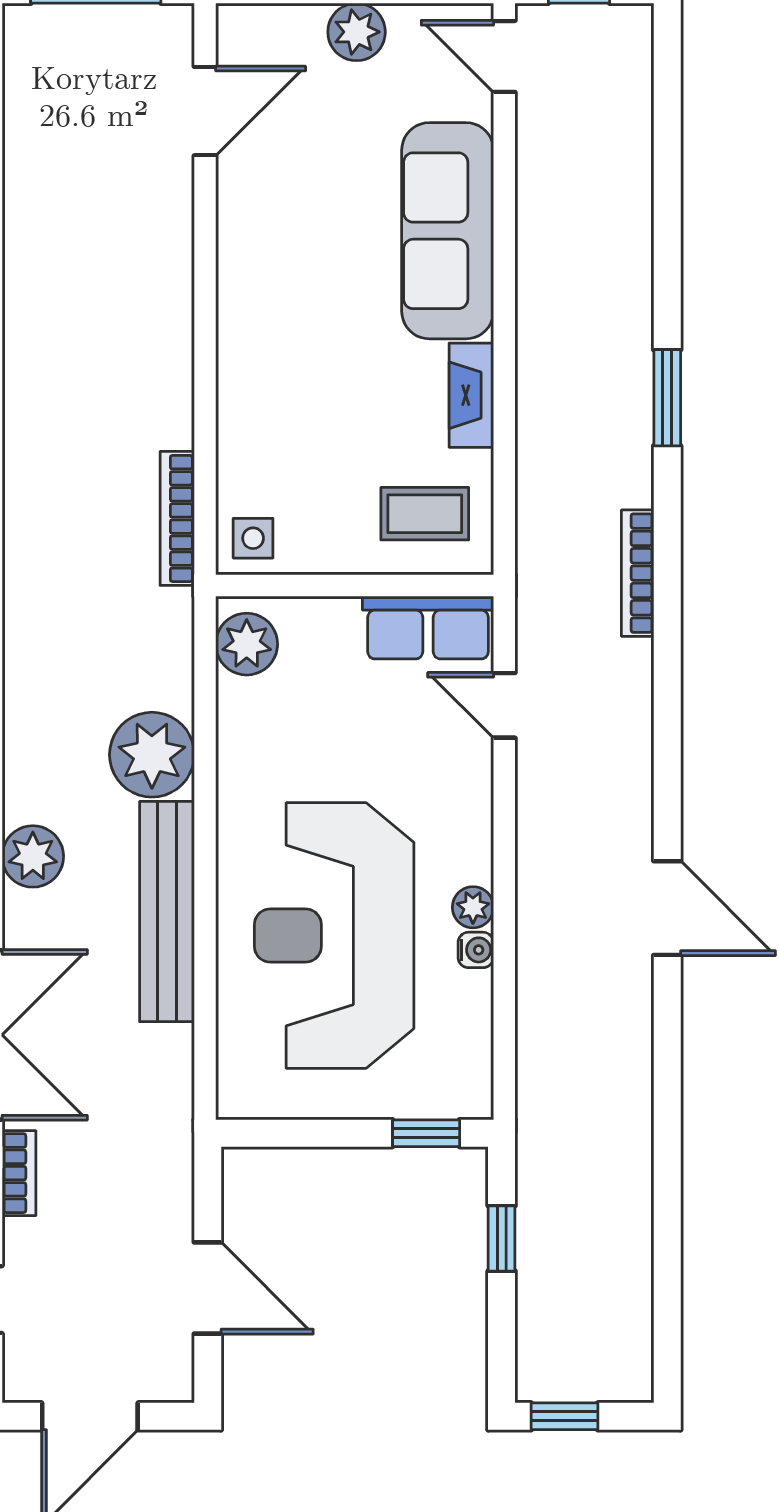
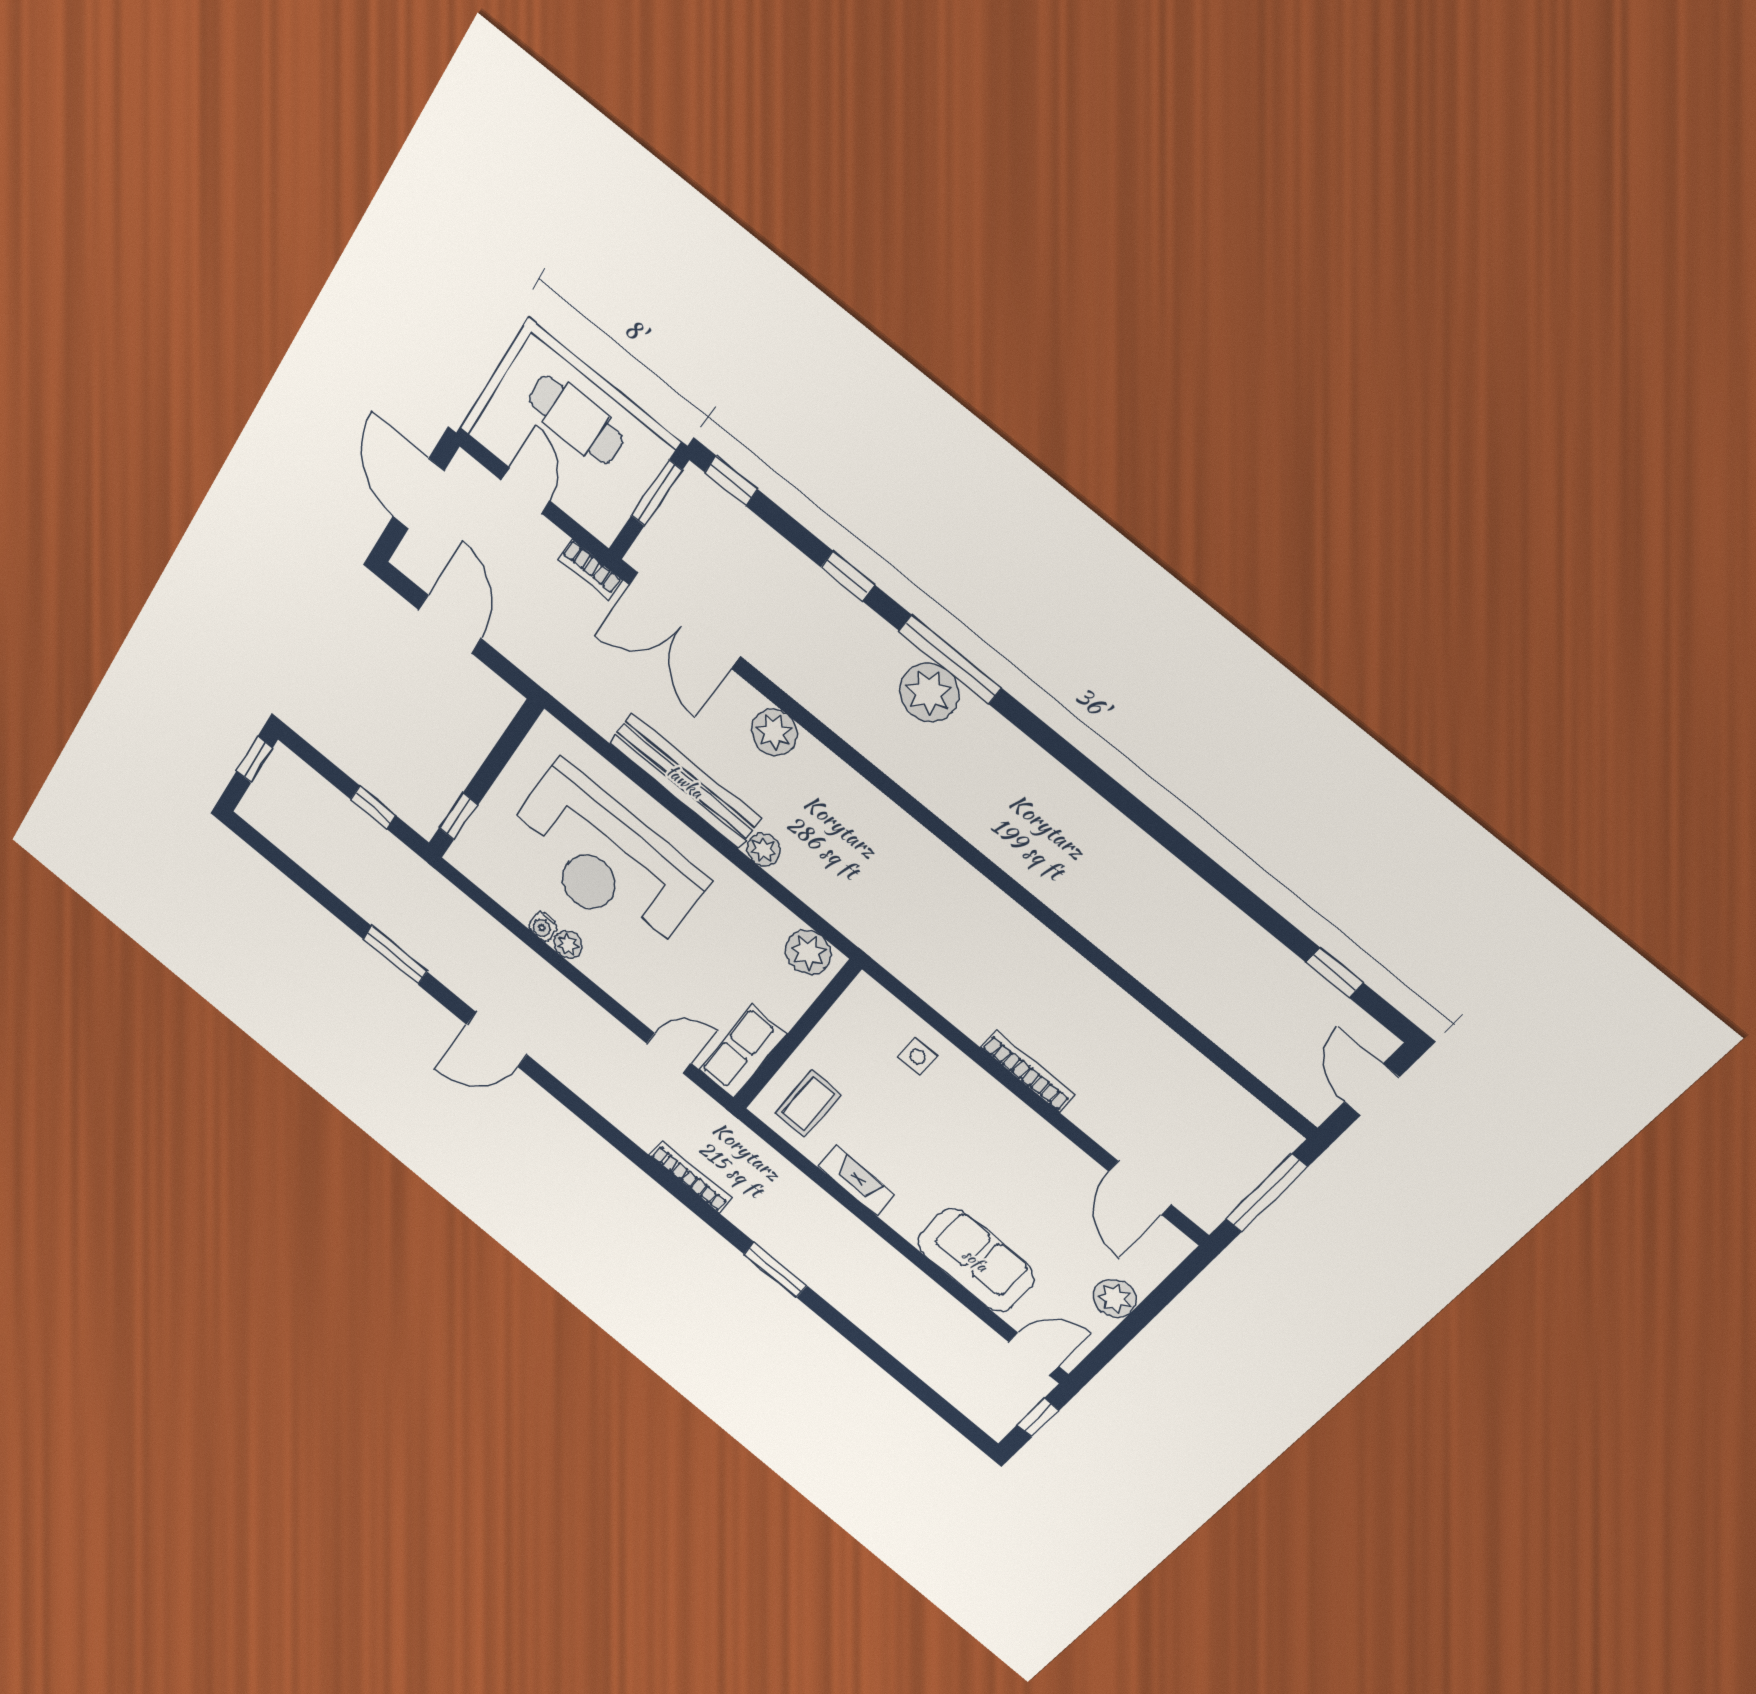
sofa: (448, 231) -> (976, 1260), width x0.73
bookcase: (177, 518) -> (1028, 1071), moved
side table: (253, 538) -> (918, 1057), moved
plant: (152, 755) -> (764, 850), width x0.53, depth x0.53
reception desk: (334, 936) -> (605, 860), turned 180
window: (667, 1096) -> (395, 955), added
door: (208, 1288) -> (450, 624), swing flipped

